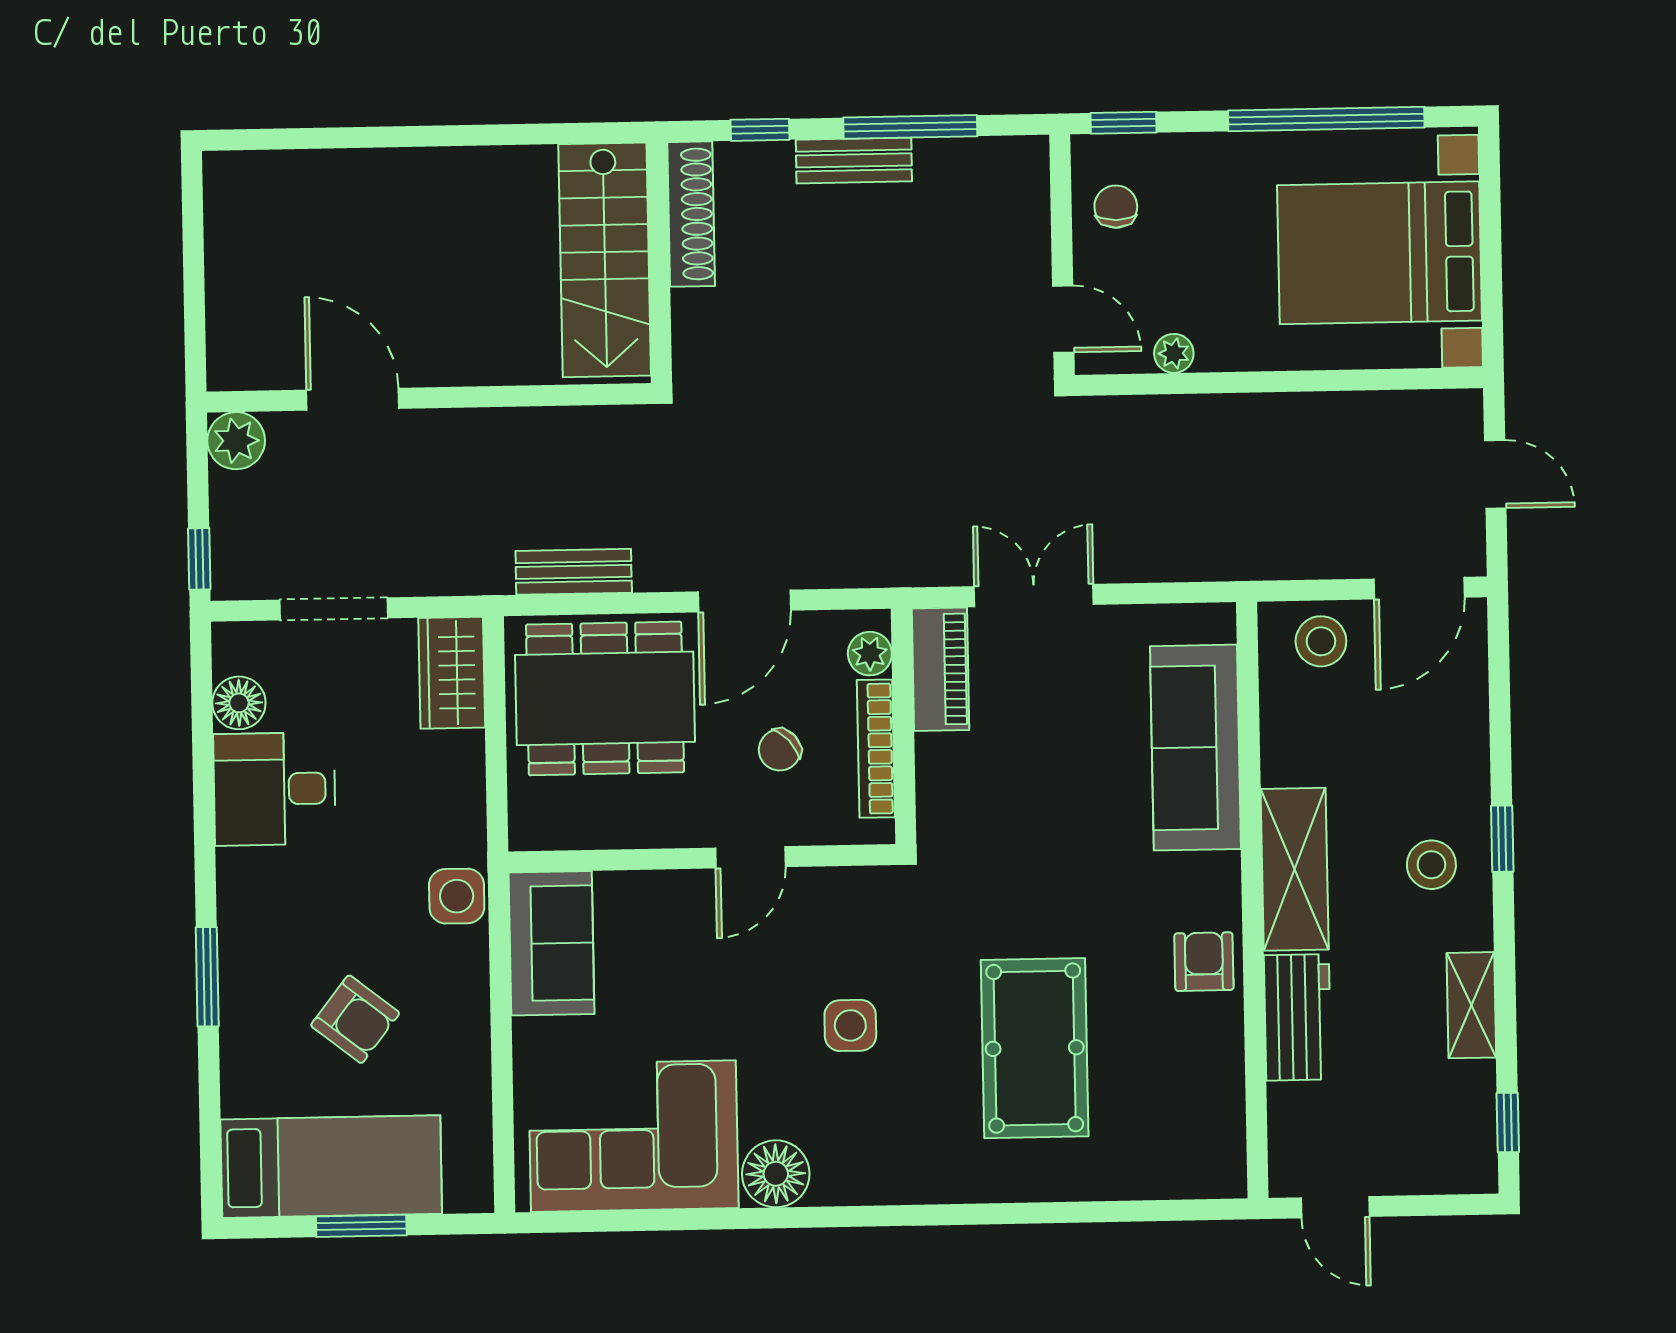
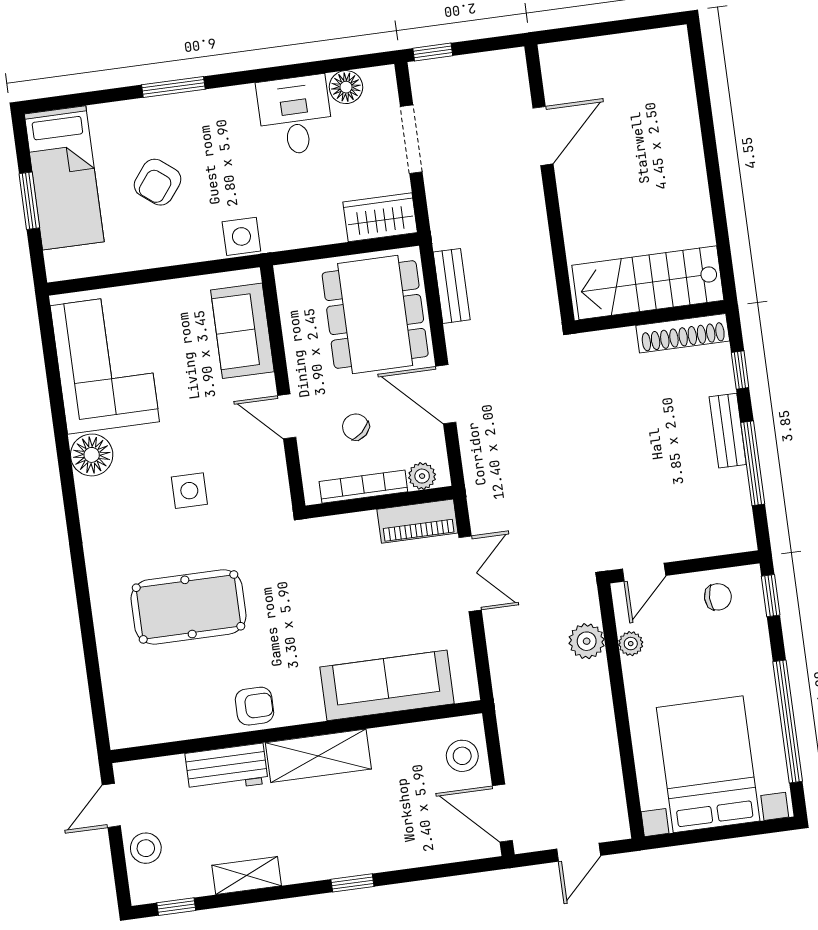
plant: (236, 441) -> (587, 641), moved
stool: (1431, 865) -> (146, 848), moved
sofa: (551, 943) -> (242, 331), moved, turned 90

